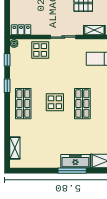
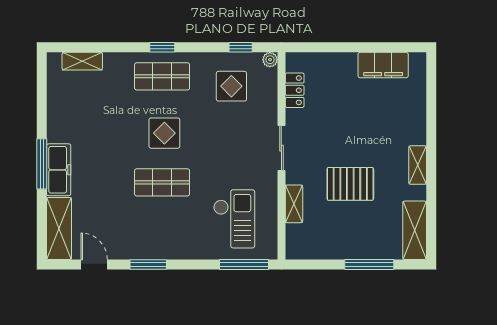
locker: (21, 30) -> (295, 90), moved
display table: (40, 50) -> (231, 86), moved
window: (7, 86) -> (162, 47), moved

